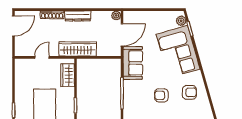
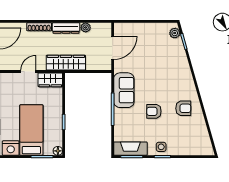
plant: (116, 15) -> (86, 27), moved
corner sofa: (178, 52) -> (171, 65), removed
sofa: (133, 63) -> (124, 90), moved
wardrobe: (68, 75) -> (50, 80), moved, turned -90

